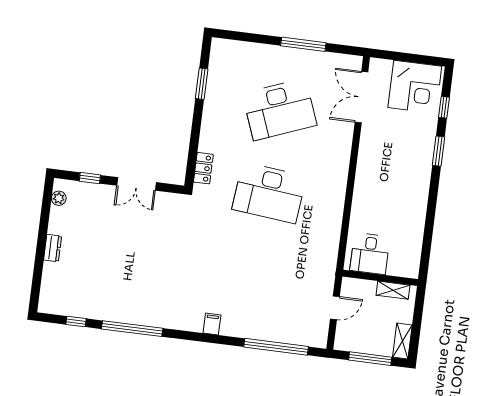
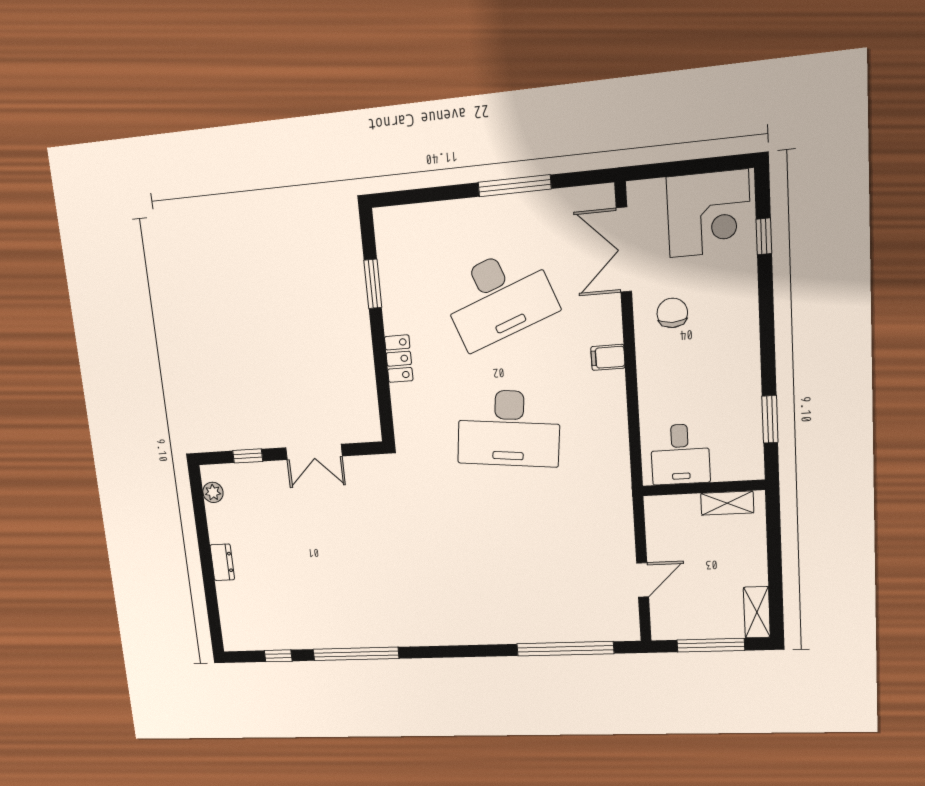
chair: (383, 141) -> (672, 313), added
window: (439, 151) -> (770, 419), moved
locker: (203, 168) -> (399, 359), moved
desk: (370, 254) -> (680, 454), moved
wall: (380, 278) -> (703, 488), moved
shelving: (393, 290) -> (727, 503), moved
filing cabinet: (212, 324) -> (608, 357), moved, turned -90

